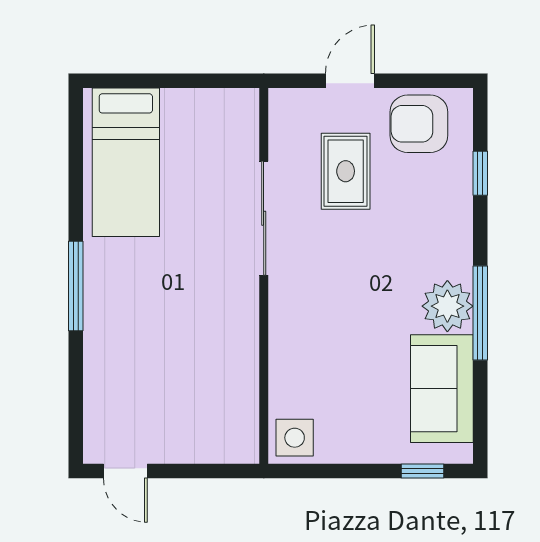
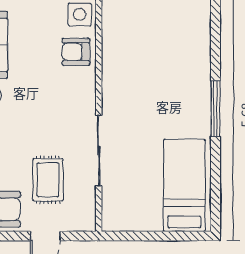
armchair: (300, 377) -> (76, 52), added

